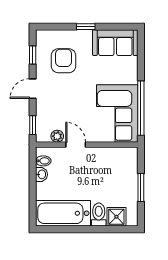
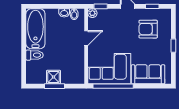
sofa: (115, 43) -> (148, 74), moved, turned 90
armchair: (64, 61) -> (148, 29), turned 180
plant: (57, 136) -> (92, 13), moved
shower: (116, 217) -> (53, 77), moved

